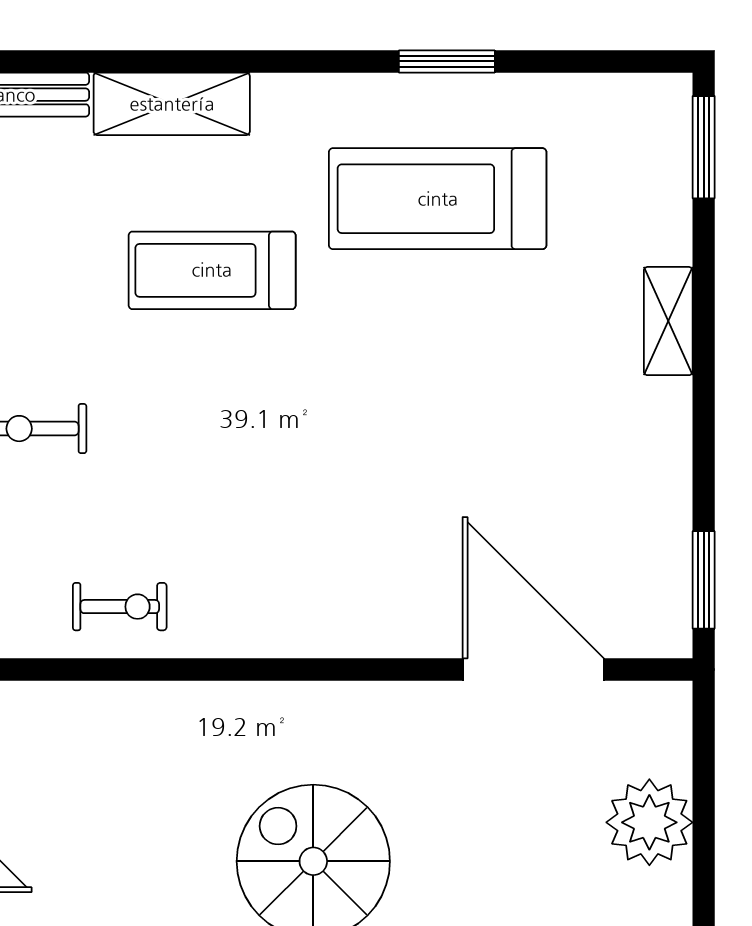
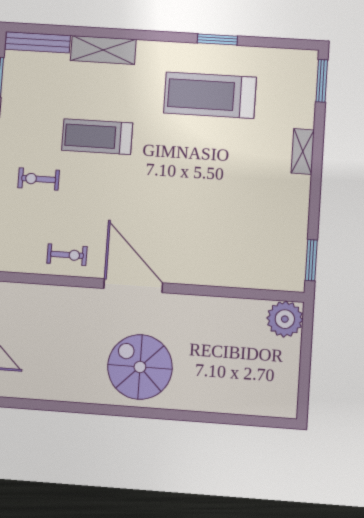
treadmill: (212, 270) -> (97, 137), moved
door: (533, 669) -> (133, 286), moved
plant: (649, 822) -> (285, 319), moved

